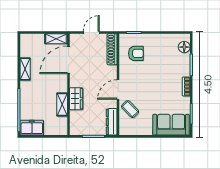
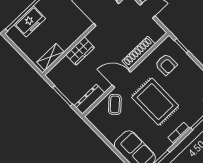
shoe rack: (112, 49) -> (139, 52), moved
rug: (152, 82) -> (155, 102), added
shelving: (62, 104) -> (51, 57), moved
freezer: (32, 128) -> (30, 22), moved, turned 90

